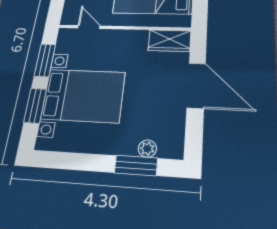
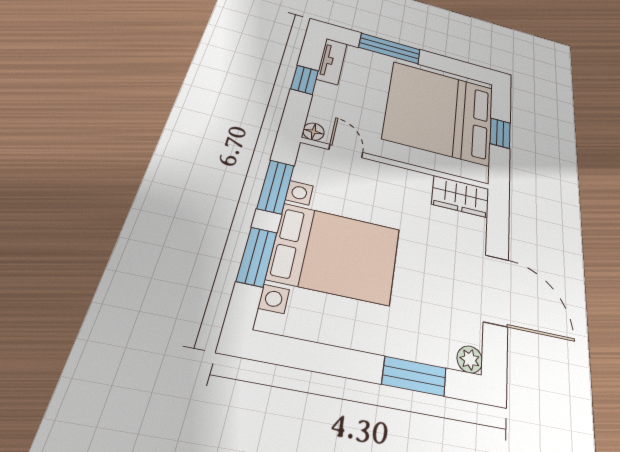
floor lamp: (67, 19) -> (314, 132), added
door: (196, 85) -> (496, 290), moved
plant: (147, 149) -> (470, 359), moved

